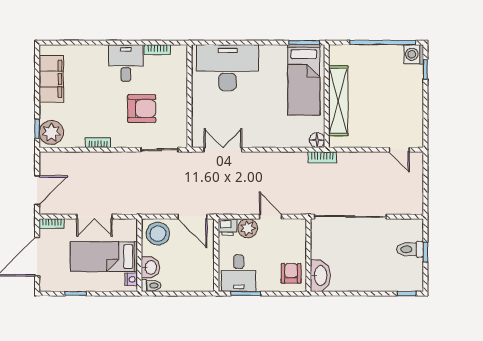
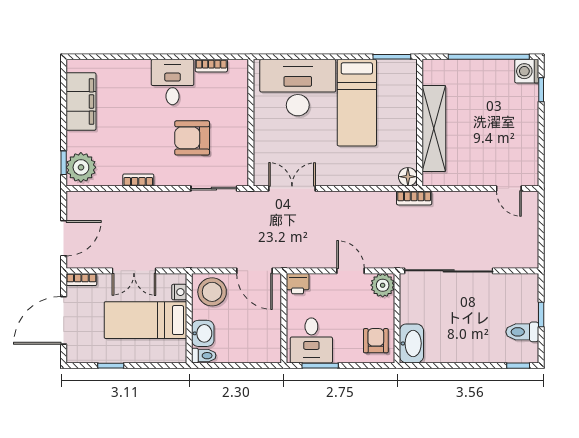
bed: (304, 80) -> (357, 103), moved
armchair: (142, 109) -> (192, 138), turned 180
plant: (248, 228) -> (383, 285), moved
toilet: (410, 249) -> (522, 332), moved
nightstand: (131, 279) -> (179, 292), moved

